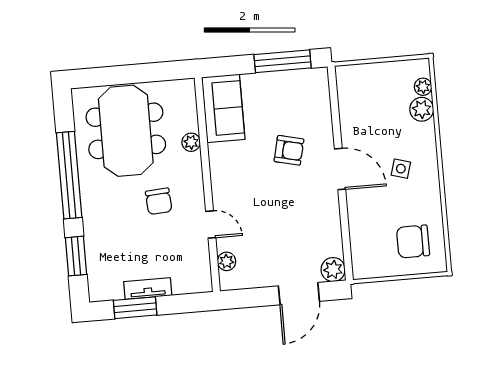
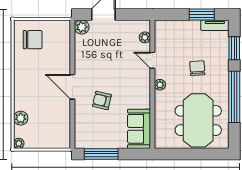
plant: (423, 87) -> (19, 143), moved
plant: (191, 142) -> (160, 85), moved
side table: (401, 169) -> (36, 84), removed
chair: (159, 201) -> (197, 68), moved
tv unit: (148, 289) -> (215, 25), moved

